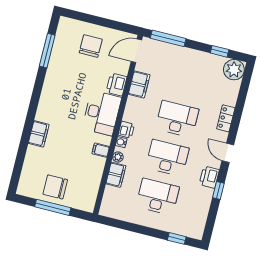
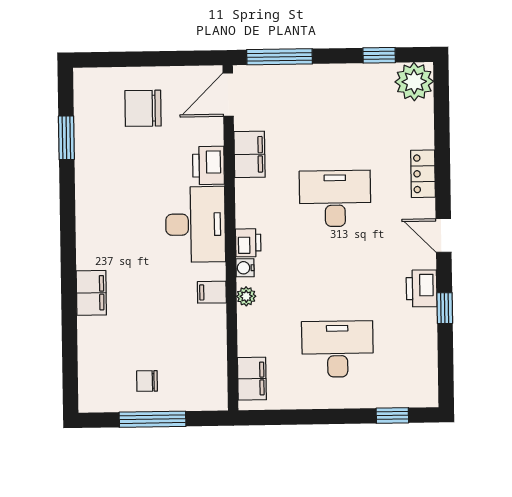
chair: (91, 46) -> (143, 108), turned -90
window: (47, 51) -> (66, 138), width x0.69
desk: (167, 158) -> (336, 274), removed
filing cabinet: (116, 175) -> (252, 379), moved
chair: (55, 187) -> (147, 381), width x0.54, depth x0.54

